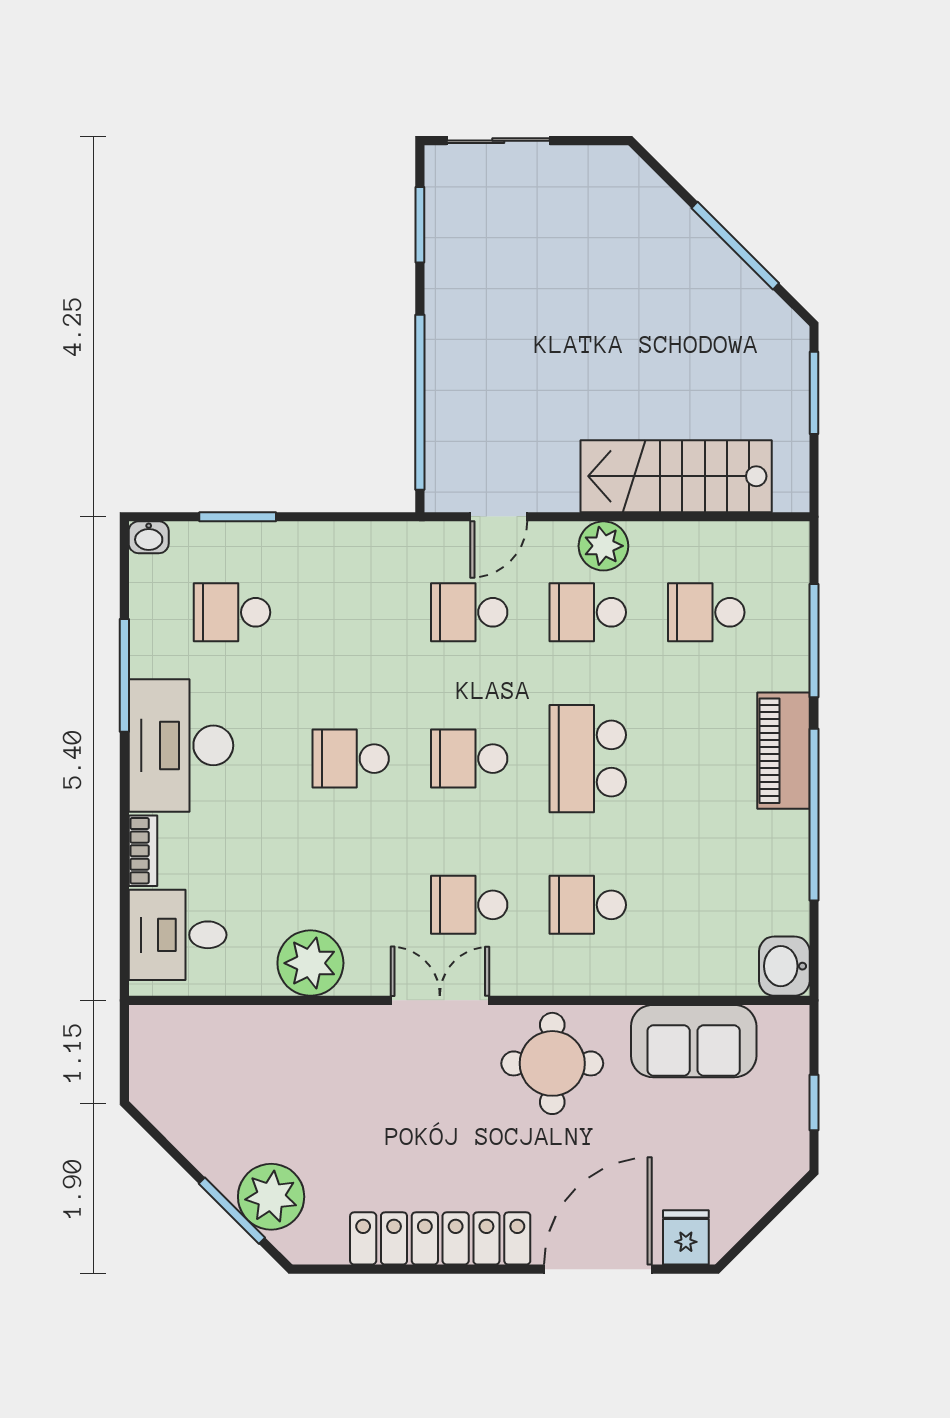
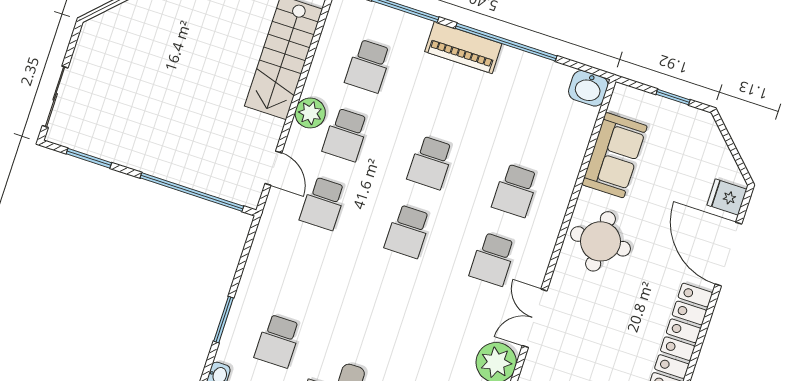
school desk: (351, 759) -> (385, 300), removed
school desk: (588, 759) -> (430, 163), width x0.54
double door: (440, 1000) -> (535, 318), moved

